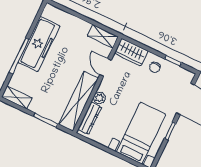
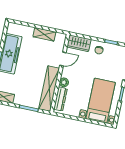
shelving: (103, 36) -> (44, 34), moved
door: (106, 67) -> (63, 59), swing flipped

